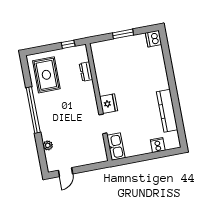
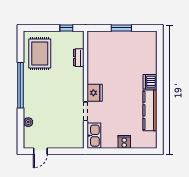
dishwasher: (153, 39) -> (150, 82), moved
cooker: (158, 145) -> (124, 142), moved

